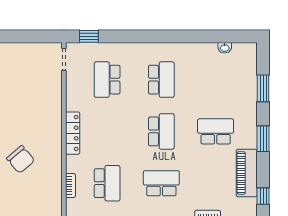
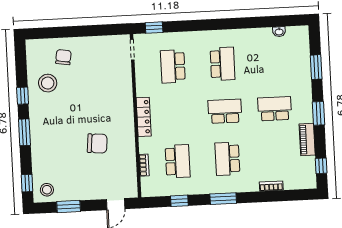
school desk: (161, 131) -> (225, 111), turned -90
chair: (21, 159) -> (97, 143), turned -45
piano: (247, 173) -> (307, 139), width x0.73, depth x0.75
school desk: (161, 183) -> (227, 159), turned -90

